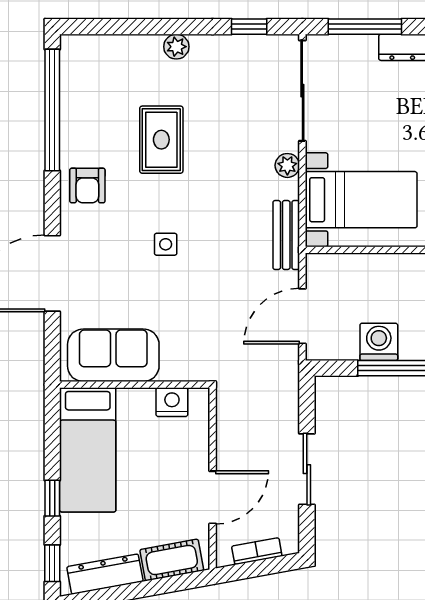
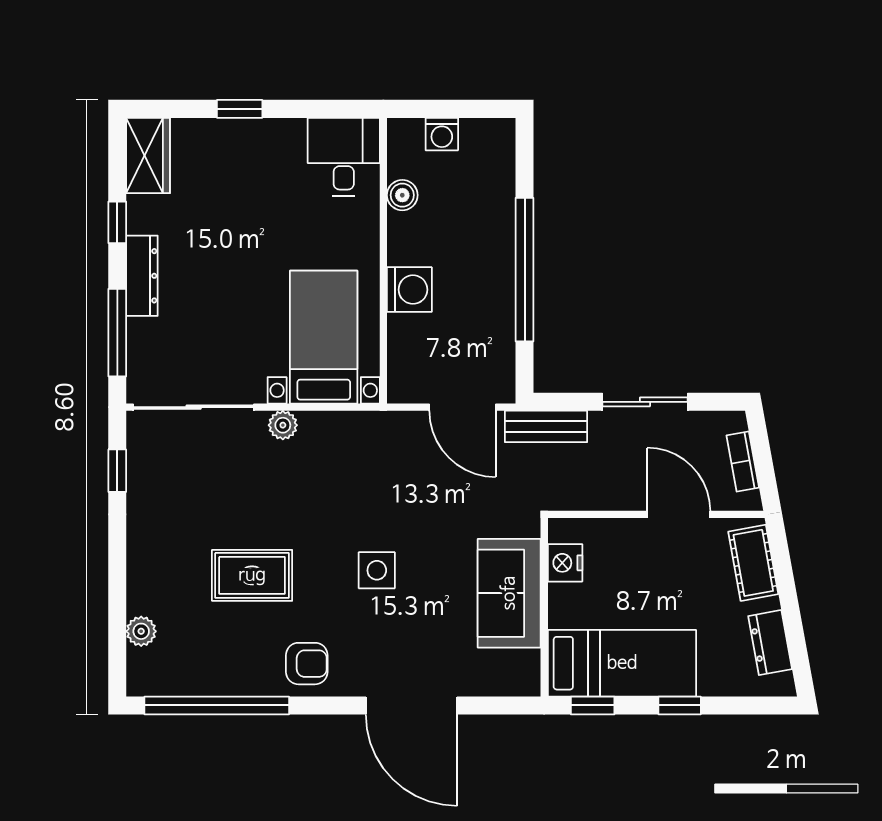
plant: (176, 47) -> (141, 631), moved
bench: (286, 235) -> (546, 426), moved
side table: (166, 244) -> (377, 570), width x1.37, depth x1.37
washing machine: (379, 342) -> (409, 290), moved, turned 180
sofa: (113, 355) -> (509, 593), moved
window: (52, 563) -> (593, 705), moved
dresser: (105, 574) -> (770, 643), width x0.70

